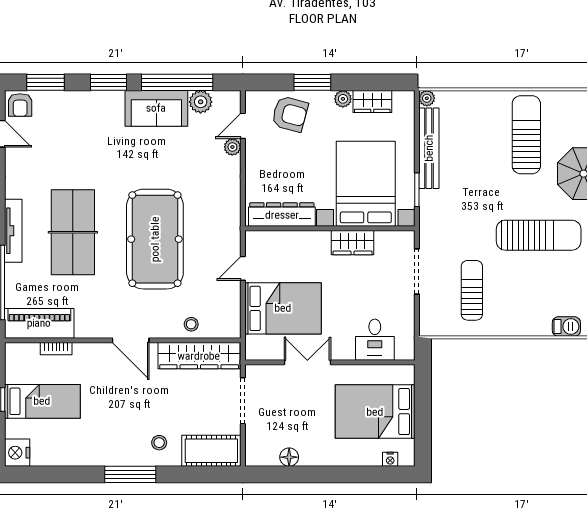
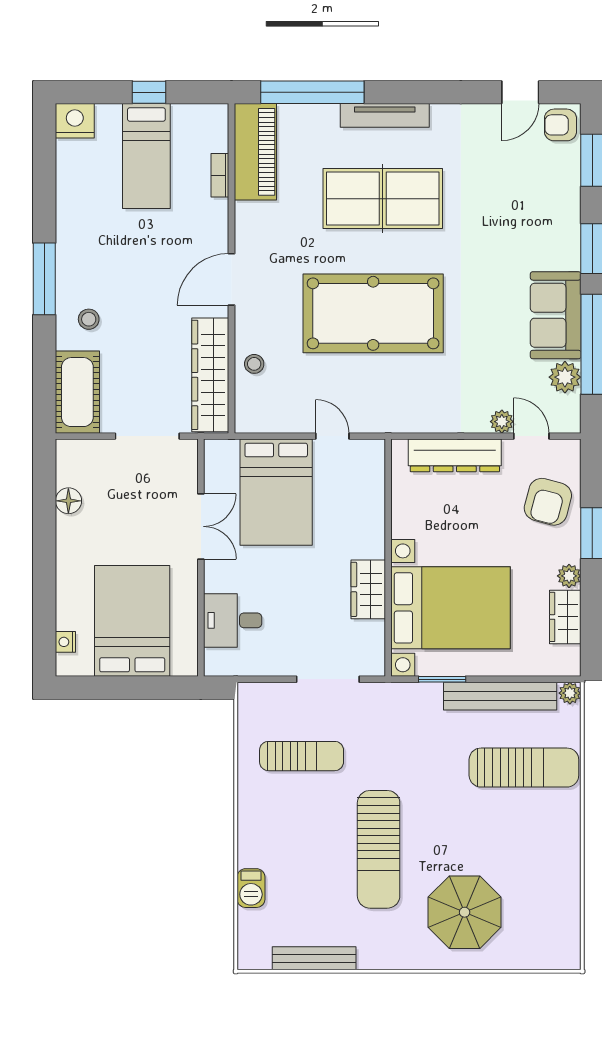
sun lounger: (526, 135) -> (524, 768), moved
dresser: (282, 215) -> (455, 455), moved, turned 90

